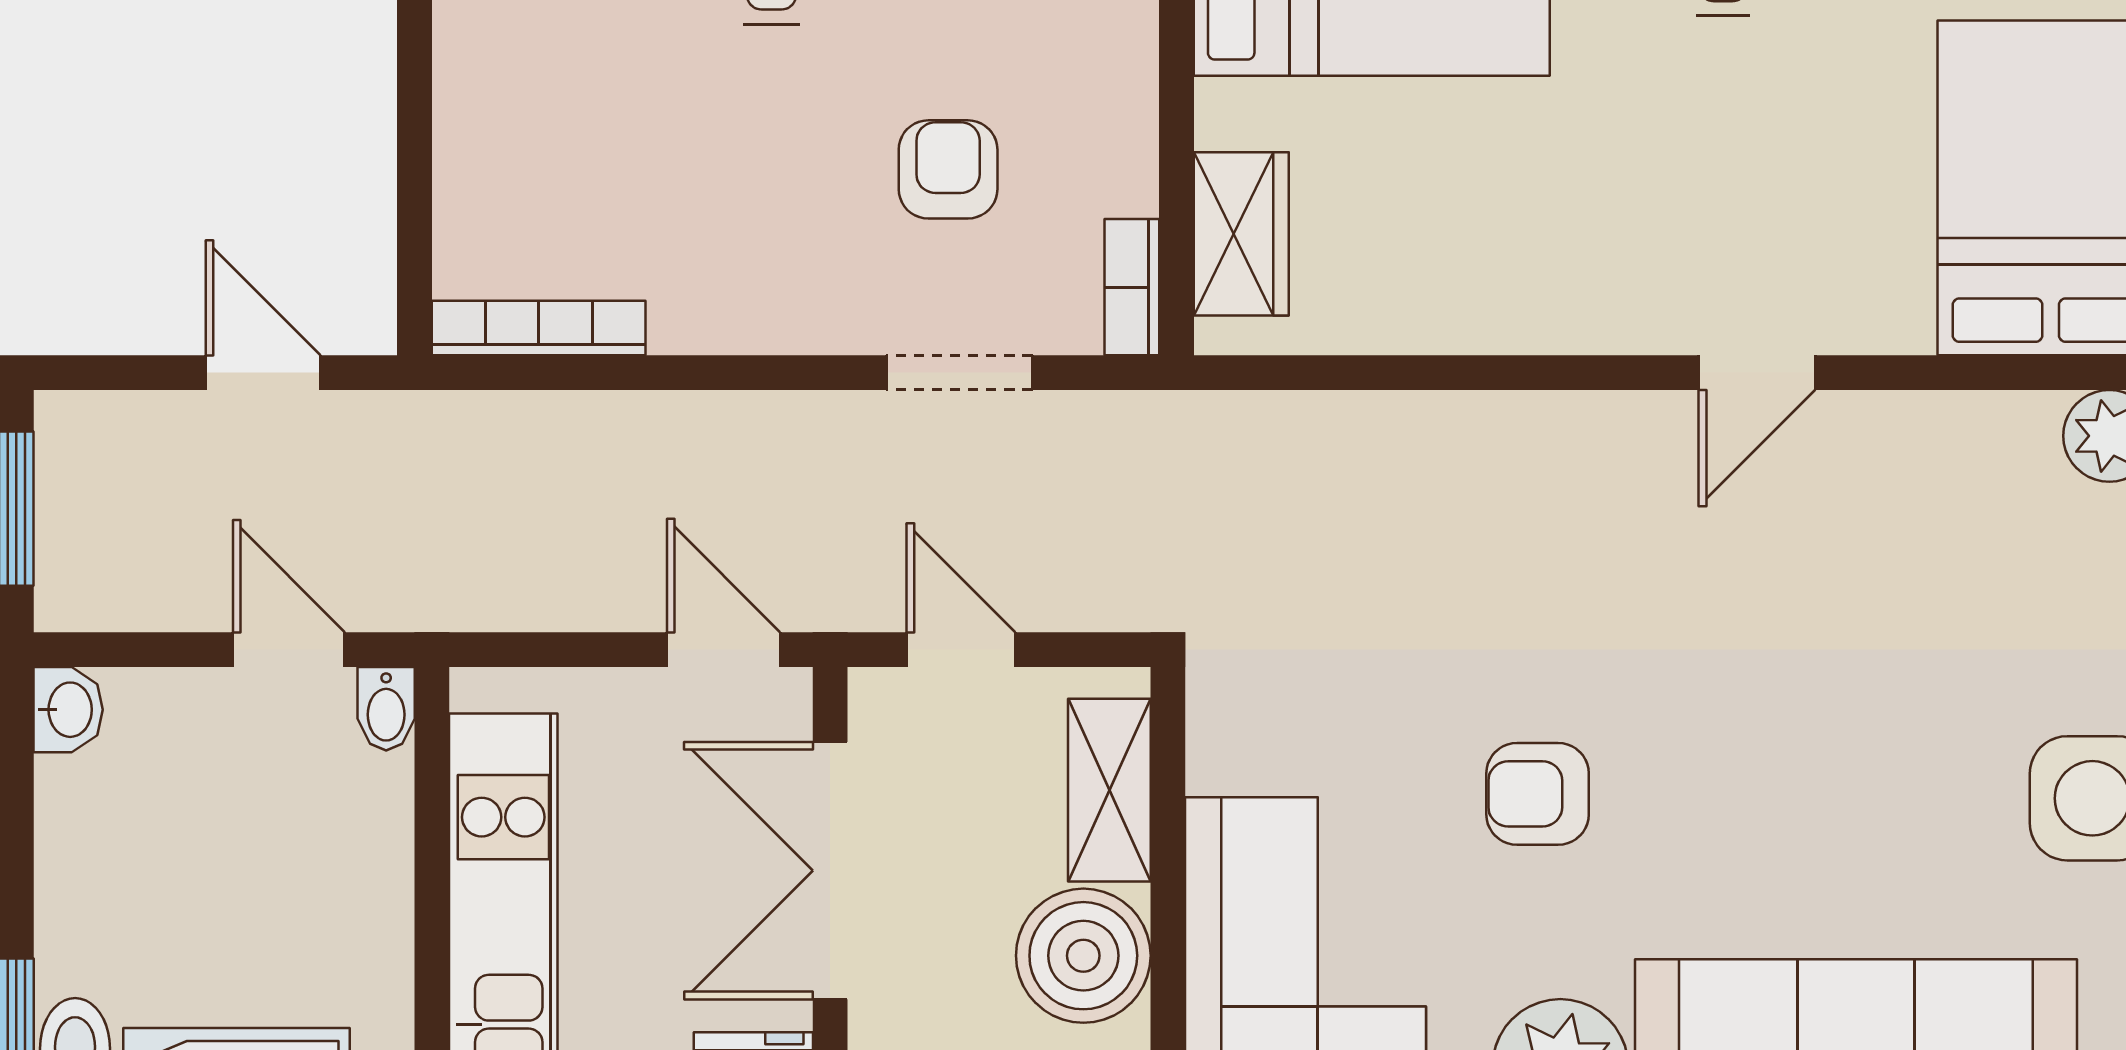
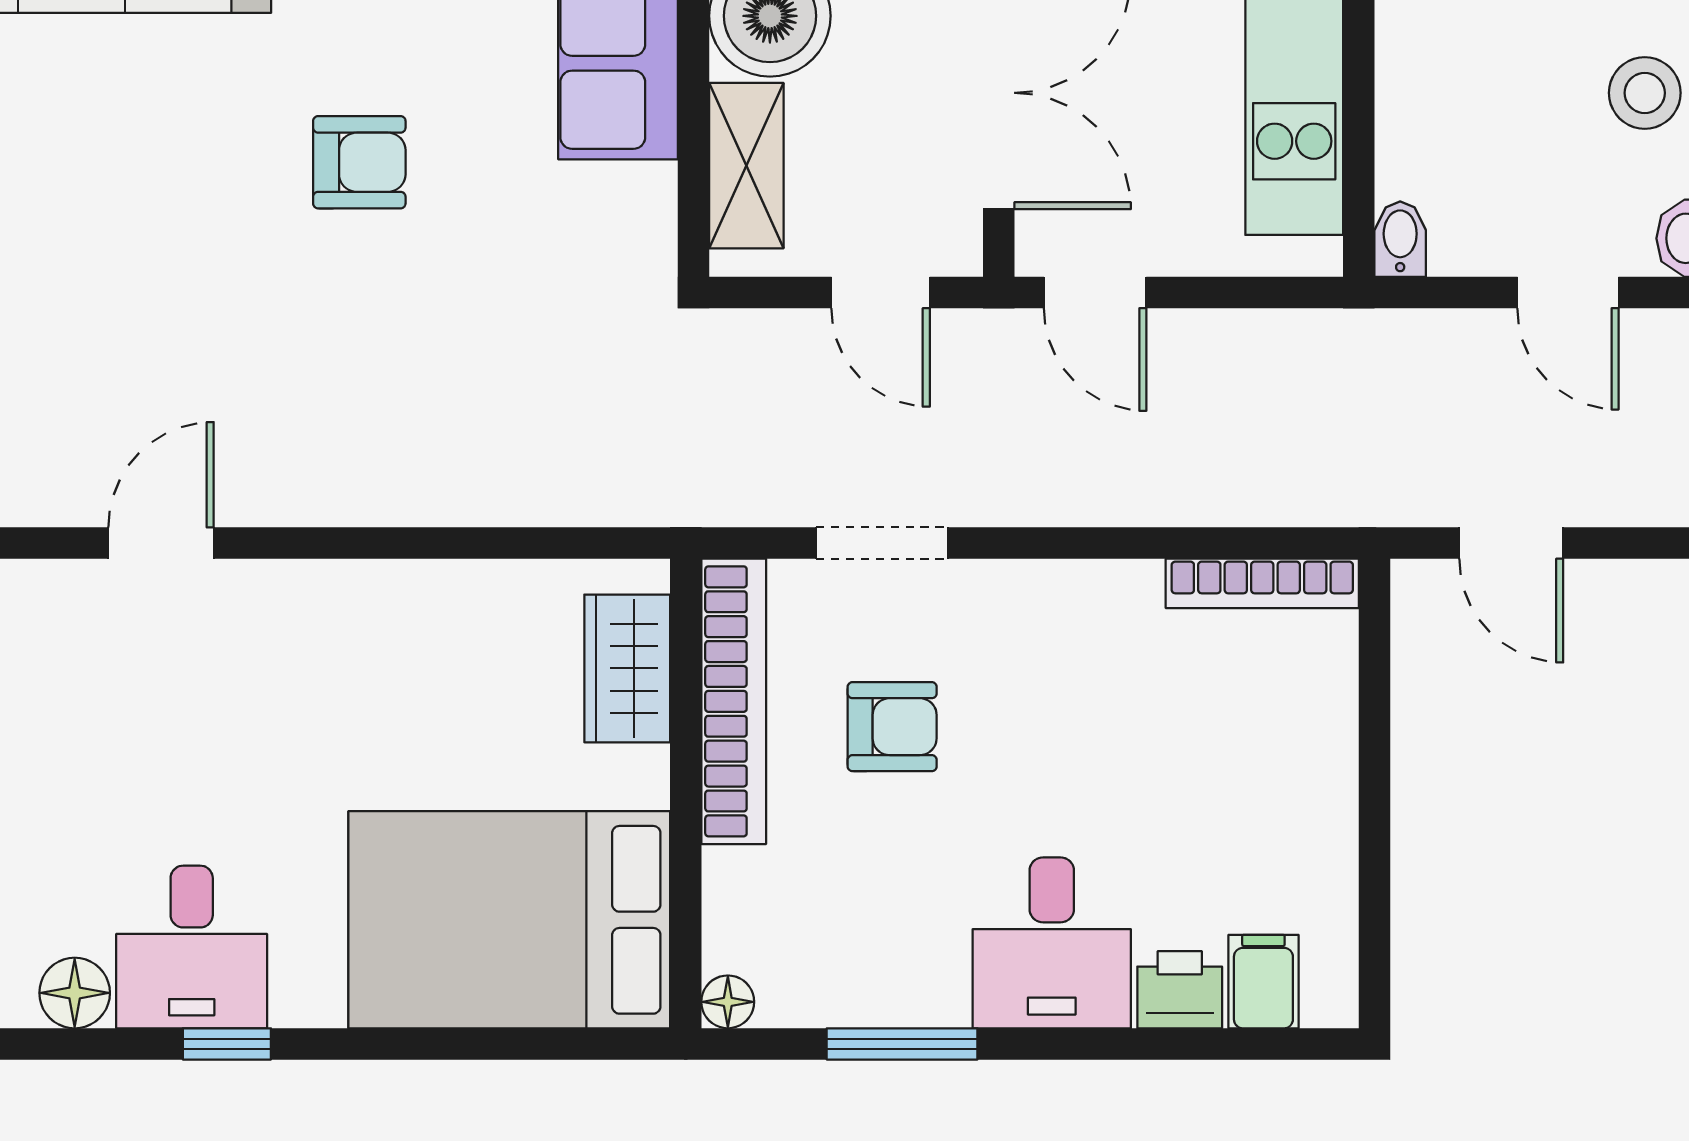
armchair: (948, 169) -> (892, 727), turned -90
bookcase: (1132, 287) -> (734, 701), width x2.31, depth x1.31
door: (289, 650) -> (1568, 293), moved
stool: (116, 870) -> (1645, 93), added

